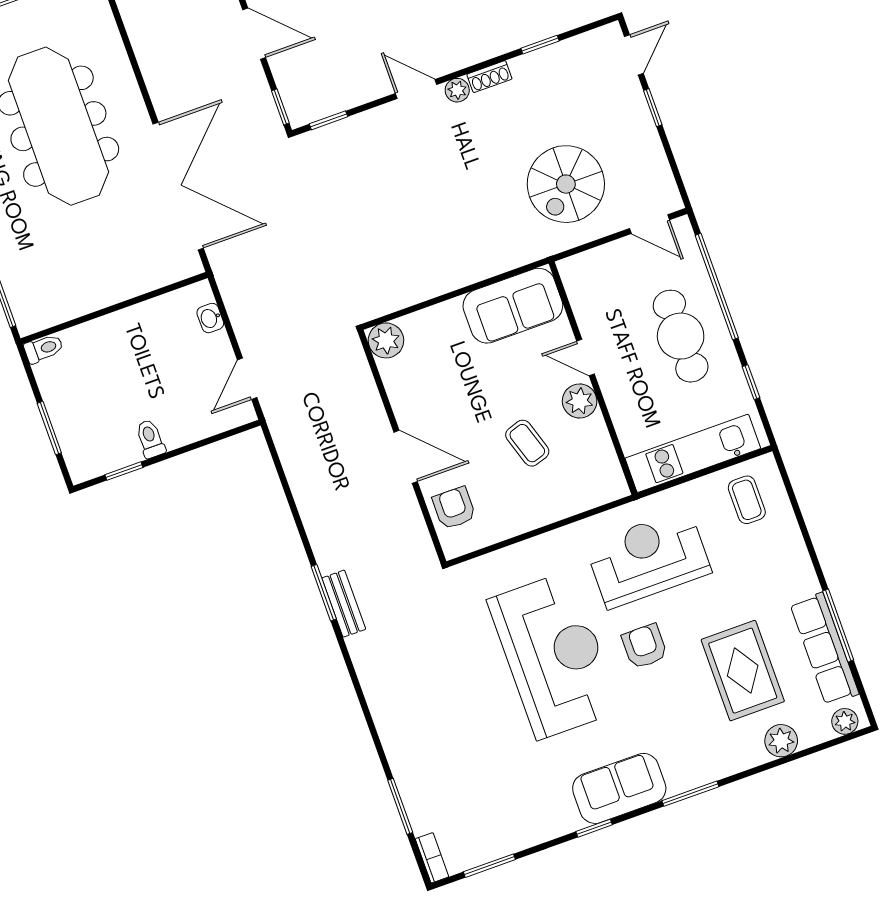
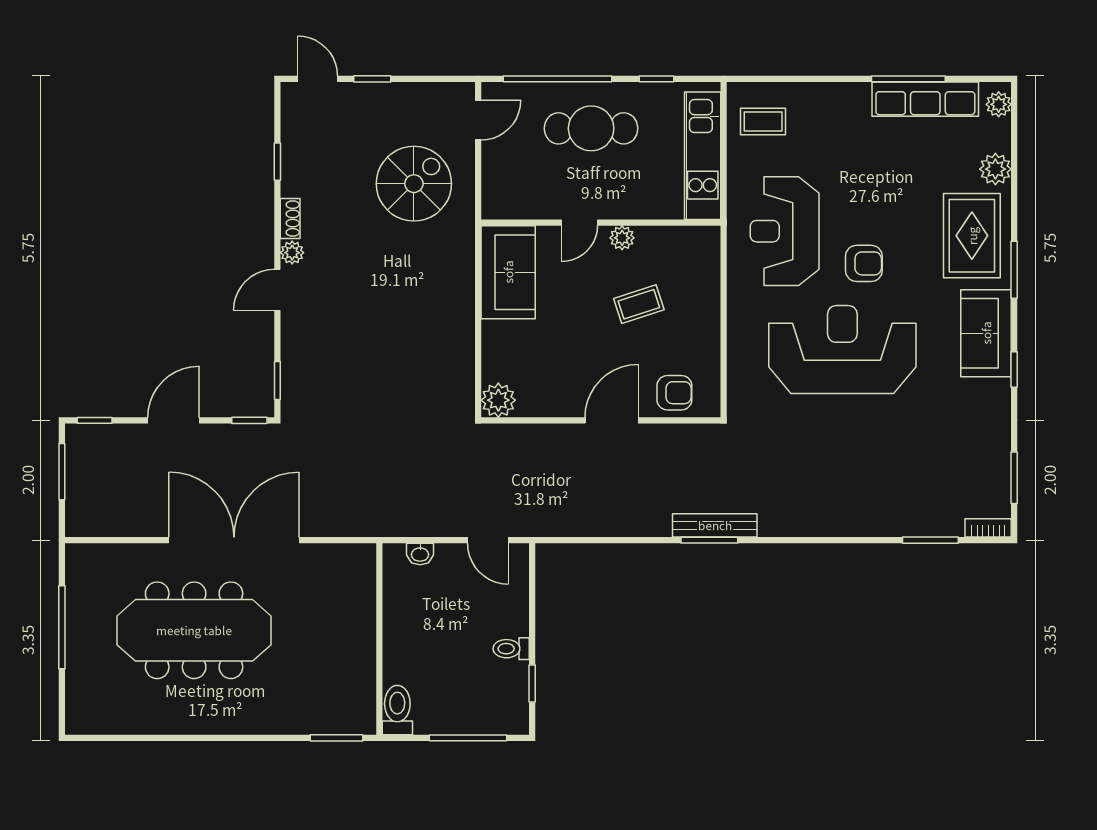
spiral stairs: (566, 184) -> (414, 184), turned -90
double door: (178, 186) -> (234, 540), moved
toilet: (44, 349) -> (397, 710), width x1.37, depth x1.39
plant: (580, 401) -> (622, 238), width x0.73, depth x0.73
window: (49, 428) -> (468, 738), width x1.44
armchair: (454, 508) -> (674, 393), turned 180
bench: (344, 604) -> (715, 525), width x1.36
armchair: (644, 646) -> (864, 263), turned 180
rug: (743, 671) -> (972, 236), moved, turned 90

